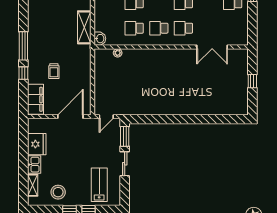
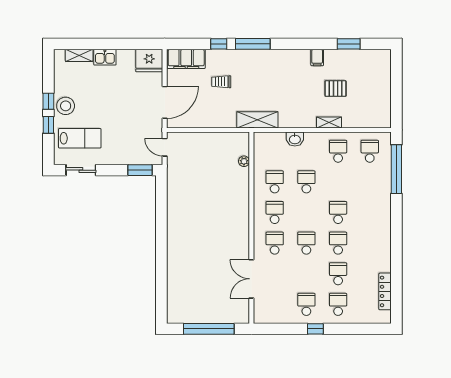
shelving: (84, 27) -> (257, 120), moved
washbasin: (100, 39) -> (295, 139), moved
window: (252, 81) -> (209, 329), width x3.17
door: (70, 117) -> (165, 102), hinge flipped
fridge: (37, 144) -> (149, 61), moved
sliding door: (125, 164) -> (81, 170), moved
stool: (58, 192) -> (66, 106), moved

